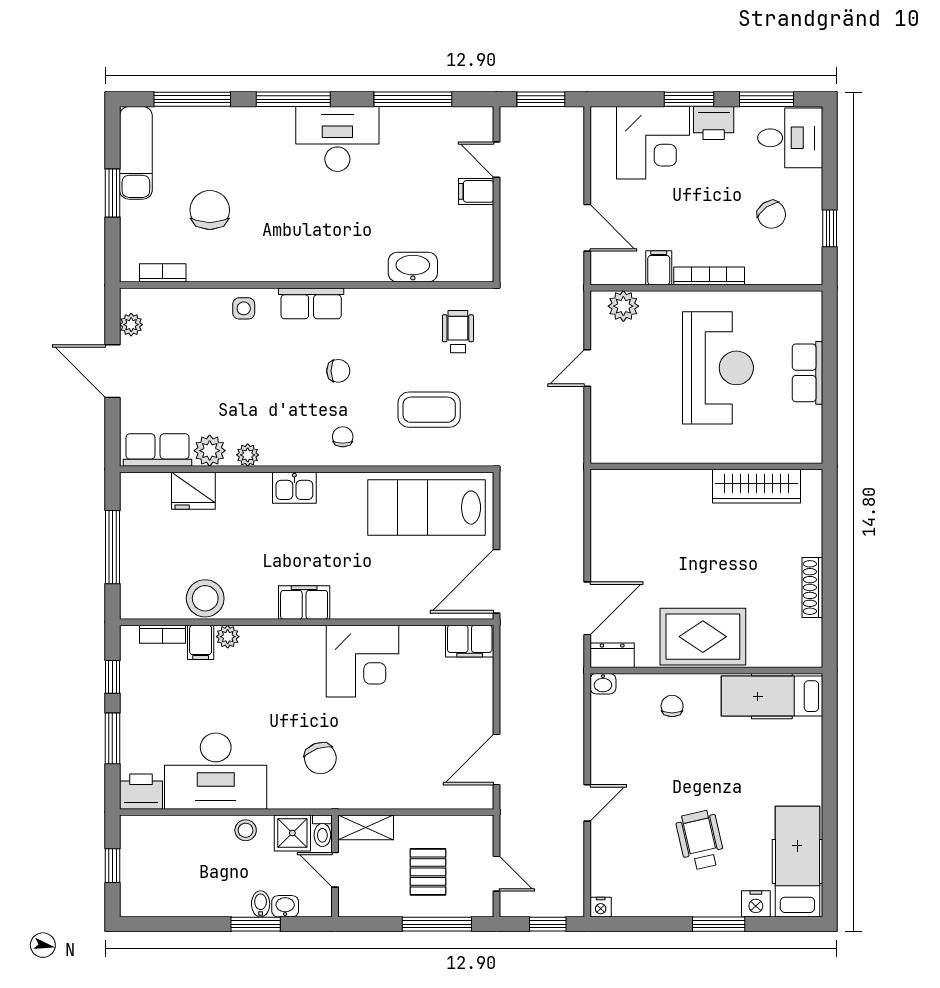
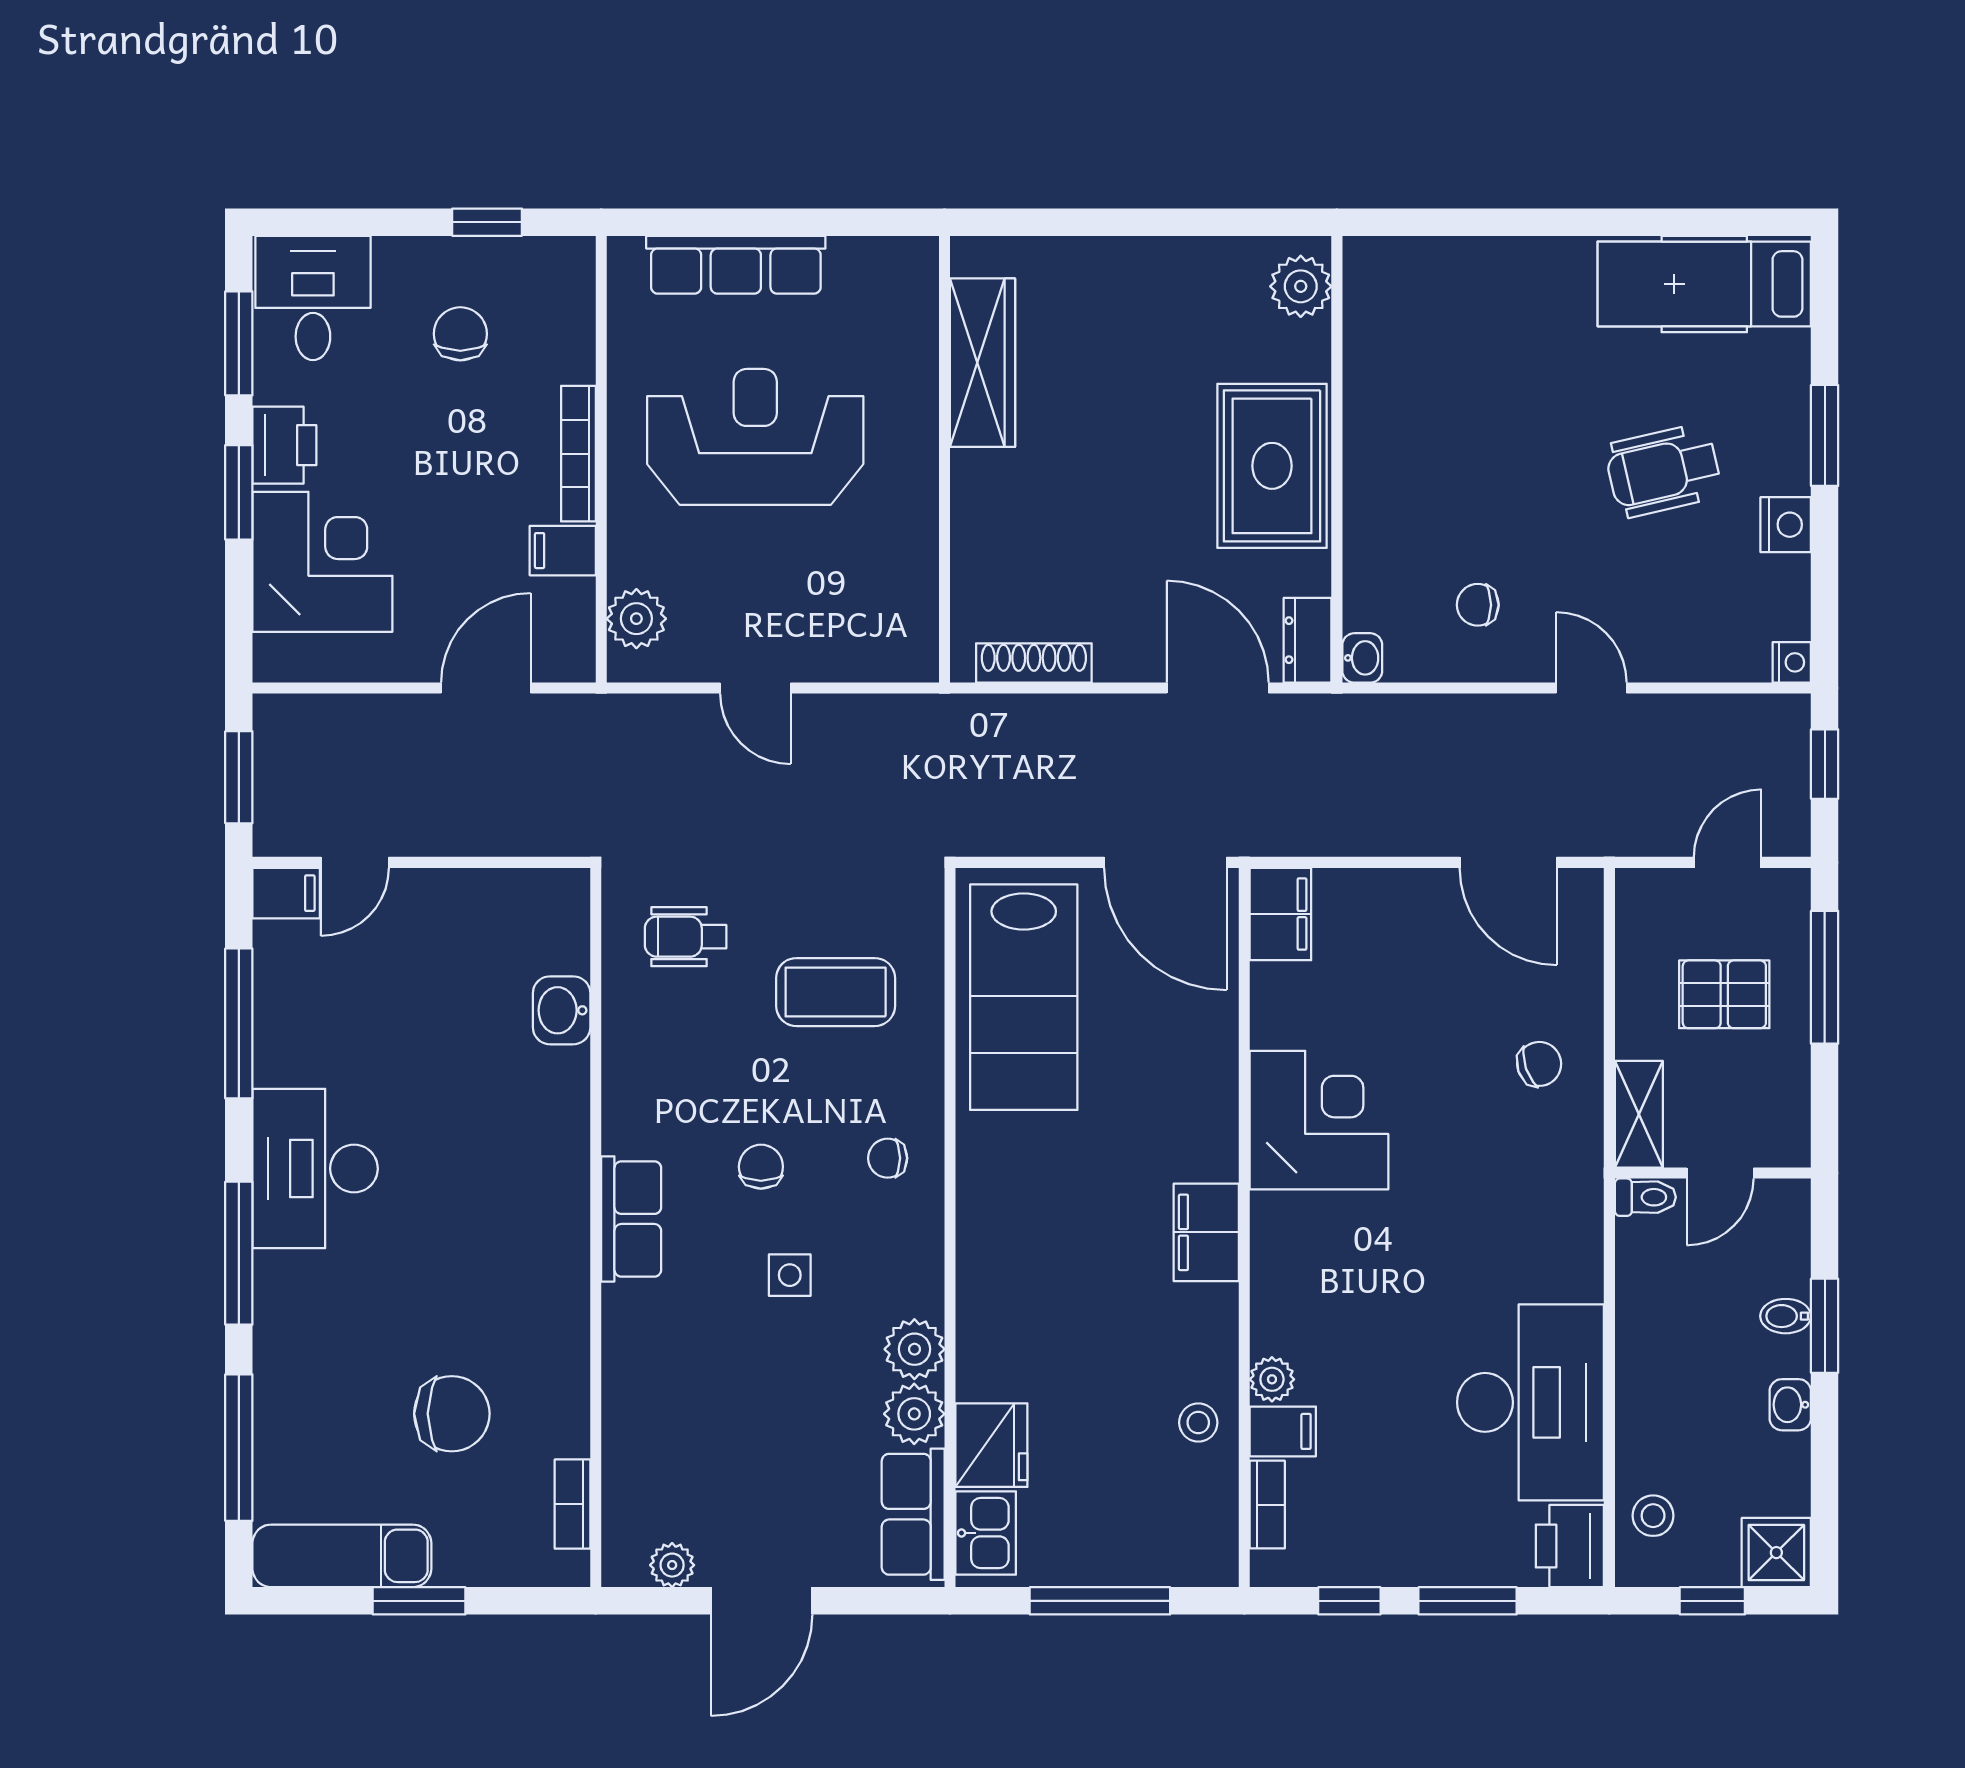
filing cabinet: (476, 191) -> (286, 893), moved, turned -90
chair: (210, 210) -> (452, 1414), turned 180
chair: (772, 214) -> (460, 334), turned -55
washbasin: (413, 267) -> (562, 1010), width x0.72
side table: (244, 308) -> (790, 1275), moved
row of seats: (807, 373) -> (736, 265), width x1.48
coffee table: (429, 410) -> (836, 992), turned 90
plant: (248, 455) -> (914, 1349), width x1.38, depth x1.38
kitchen sink: (294, 488) -> (986, 1533), moved
shoe rack: (812, 588) -> (1034, 663), moved, turned 180
stool: (205, 598) -> (1198, 1423), width x0.53, depth x0.53
plant: (796, 652) -> (1301, 286), added
hospital bed: (772, 696) -> (1386, 333), removed
chair: (672, 706) -> (1478, 605), moved
chair: (320, 758) -> (1539, 1064), moved, width x0.73, depth x0.73
stool: (246, 830) -> (1653, 1516), moved
shower: (292, 833) -> (1776, 1553), moved
nightstand: (756, 904) -> (1786, 525), moved
washbasin: (285, 906) -> (1790, 1405), moved

